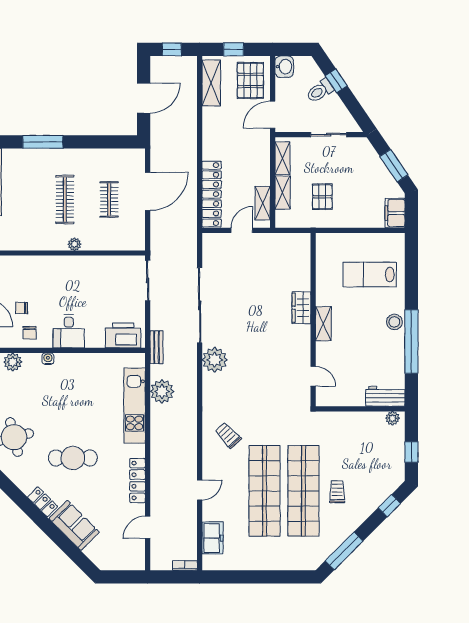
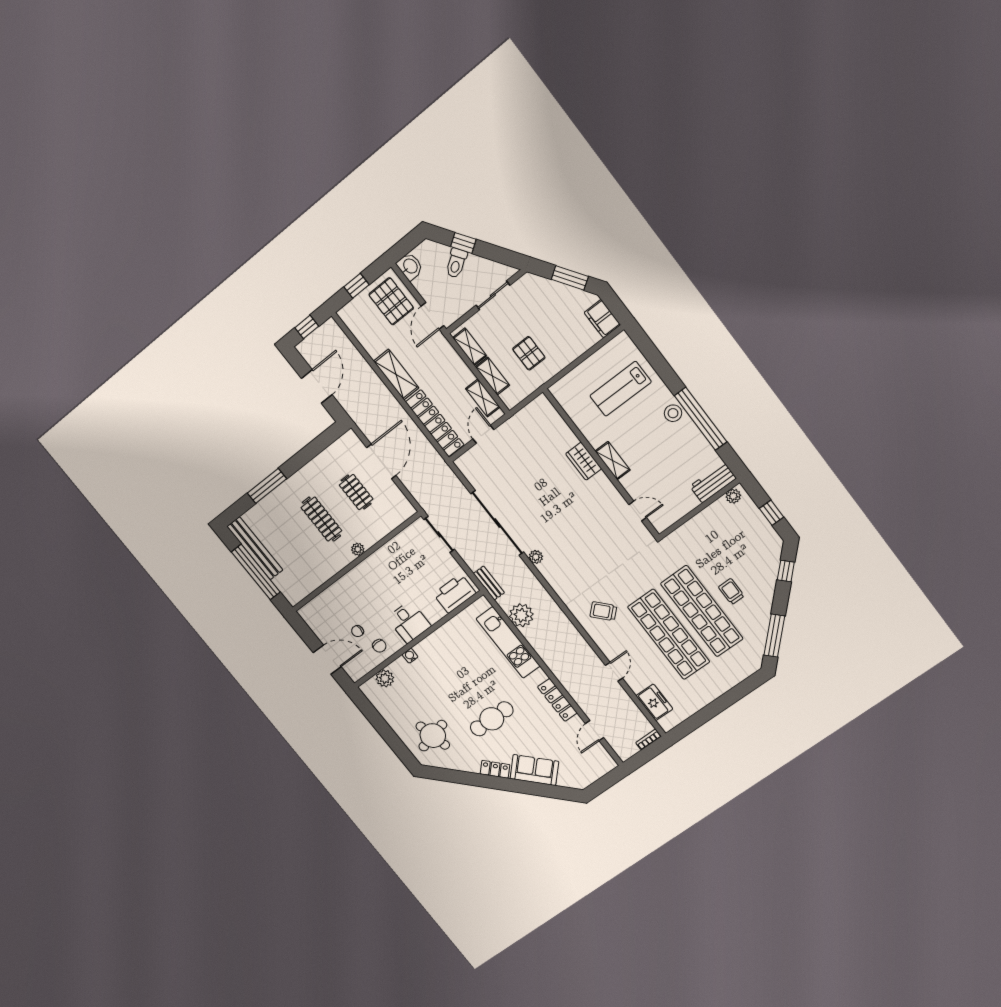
shelving: (211, 83) -> (396, 375), moved
plant: (215, 360) -> (536, 557), width x0.53, depth x0.53

